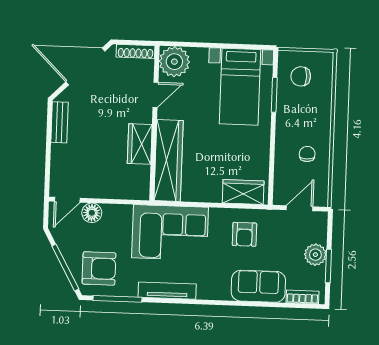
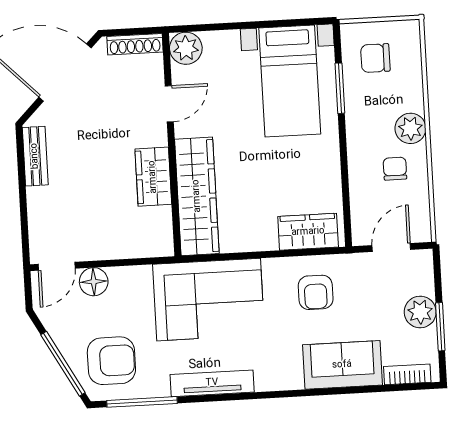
plant: (174, 62) -> (186, 48), width x0.73, depth x0.73
plant: (320, 127) -> (410, 128), added

